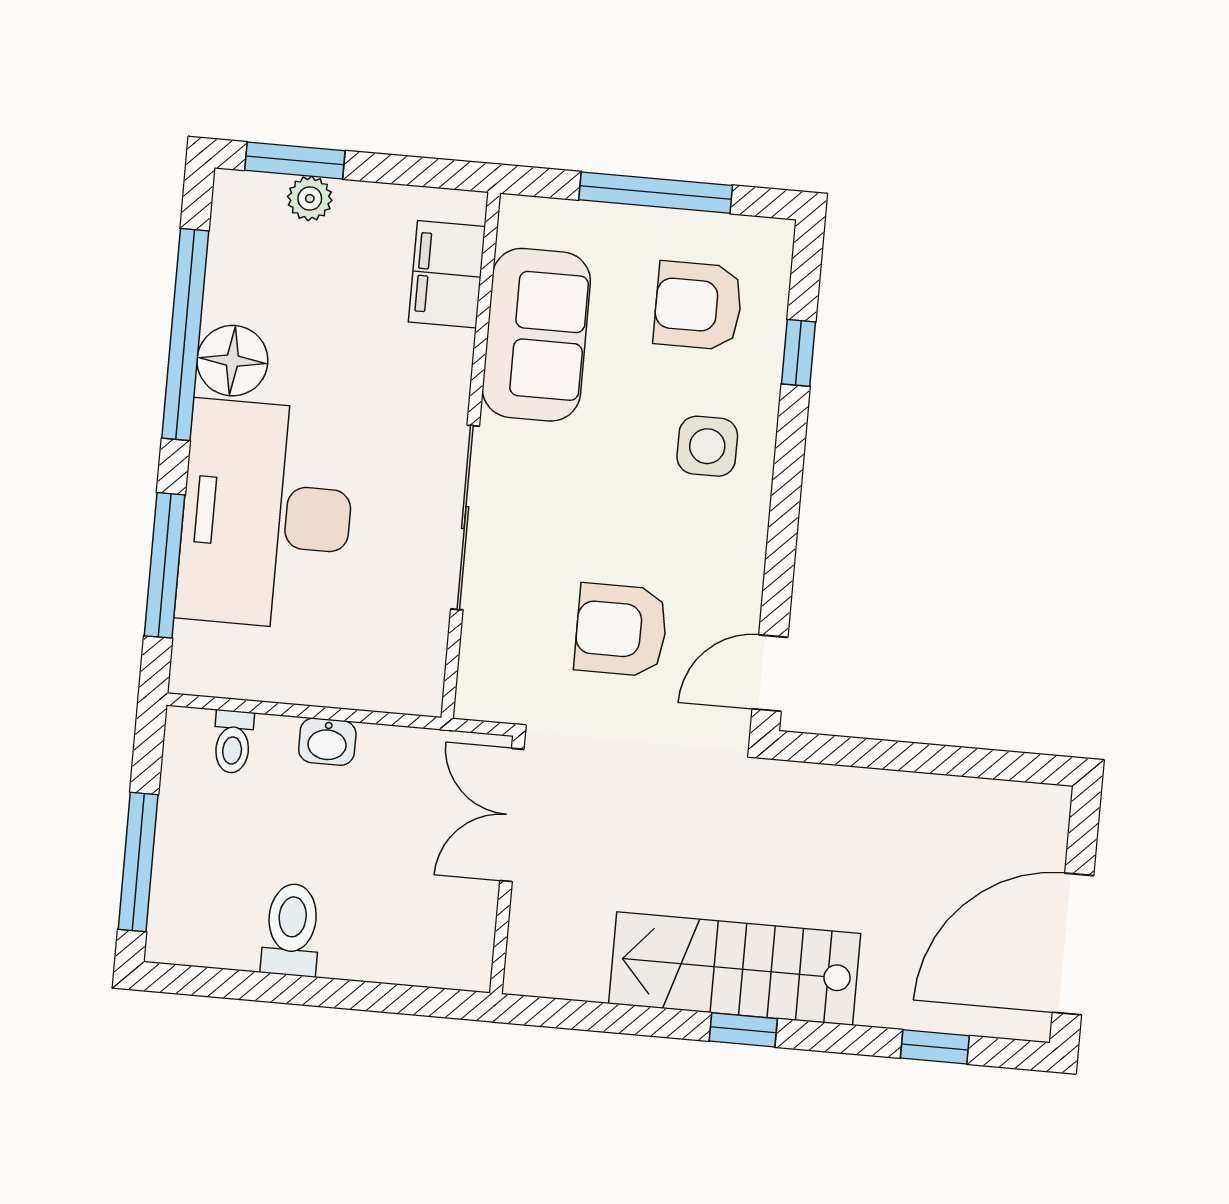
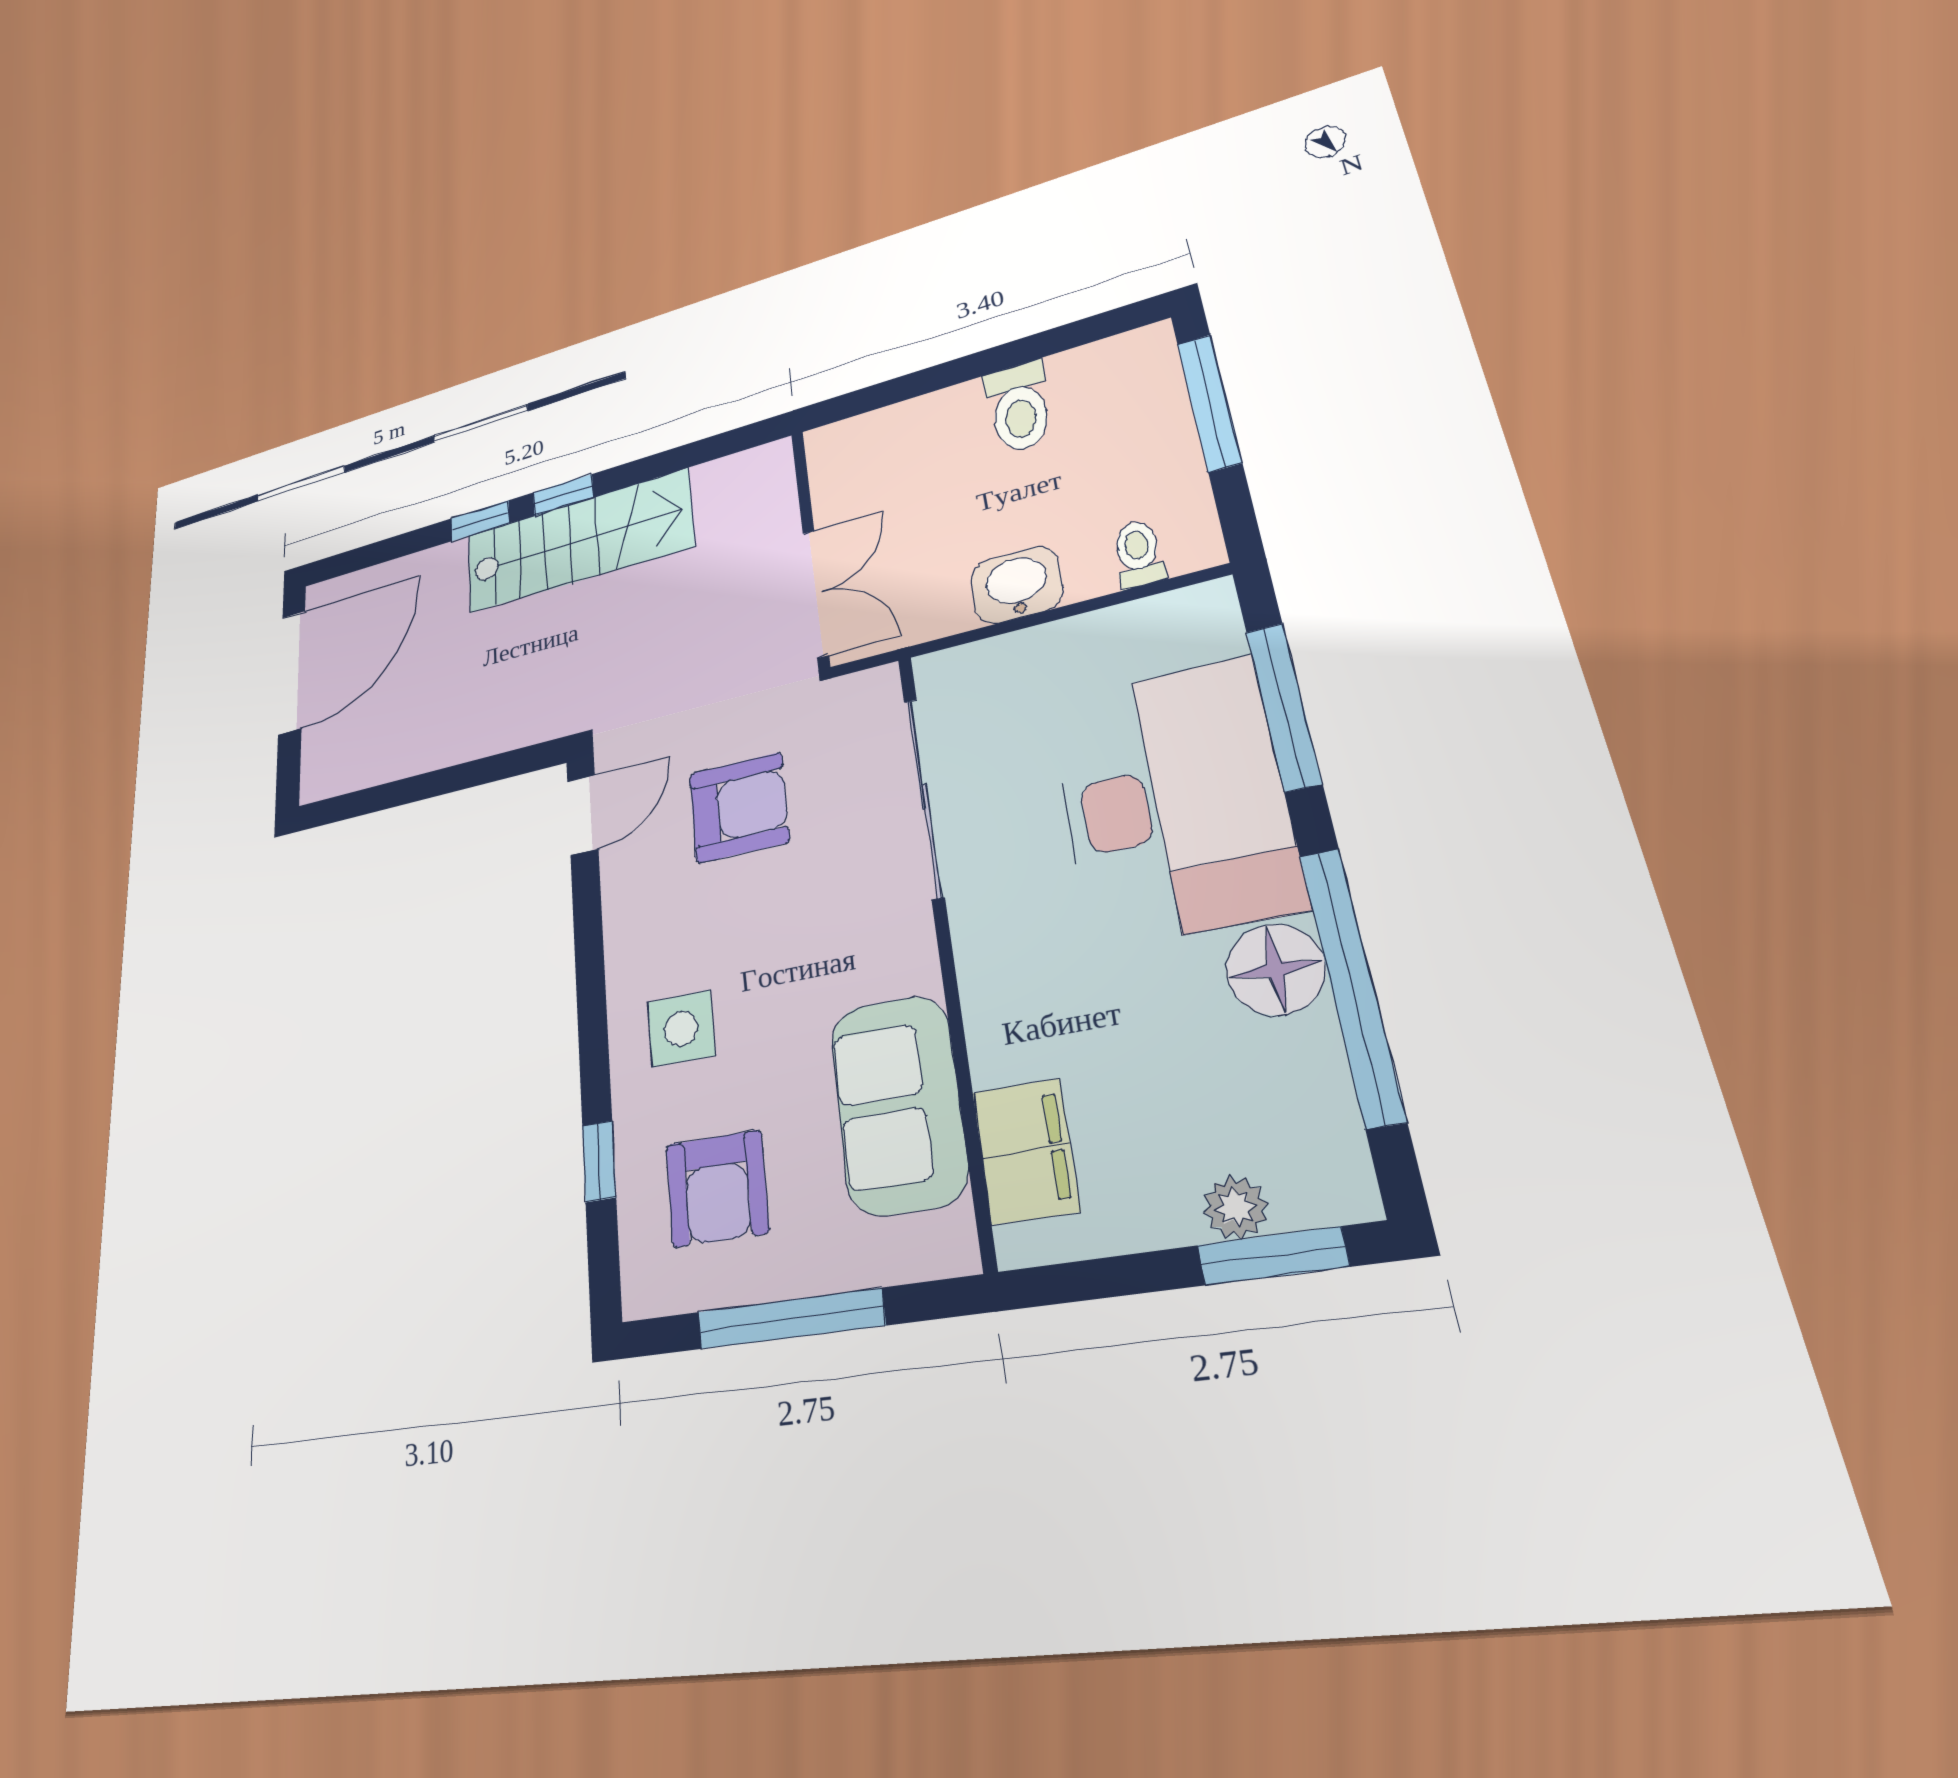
armchair: (698, 306) -> (717, 1188), turned 90
sliding door: (465, 518) -> (924, 797), moved
washbasin: (327, 742) -> (1017, 585), width x1.38, depth x1.45
window: (935, 1047) -> (480, 521), moved

